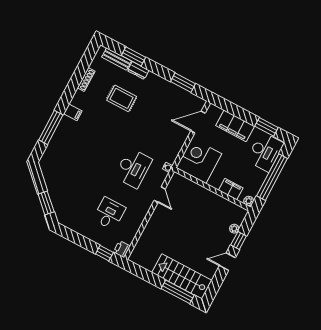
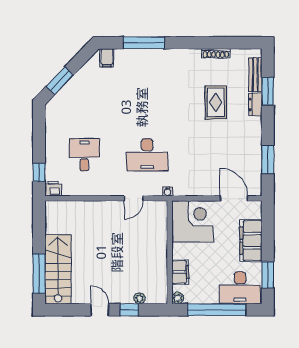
filing cabinet: (73, 112) -> (107, 58), moved
desk: (109, 214) -> (84, 155), turned -90

